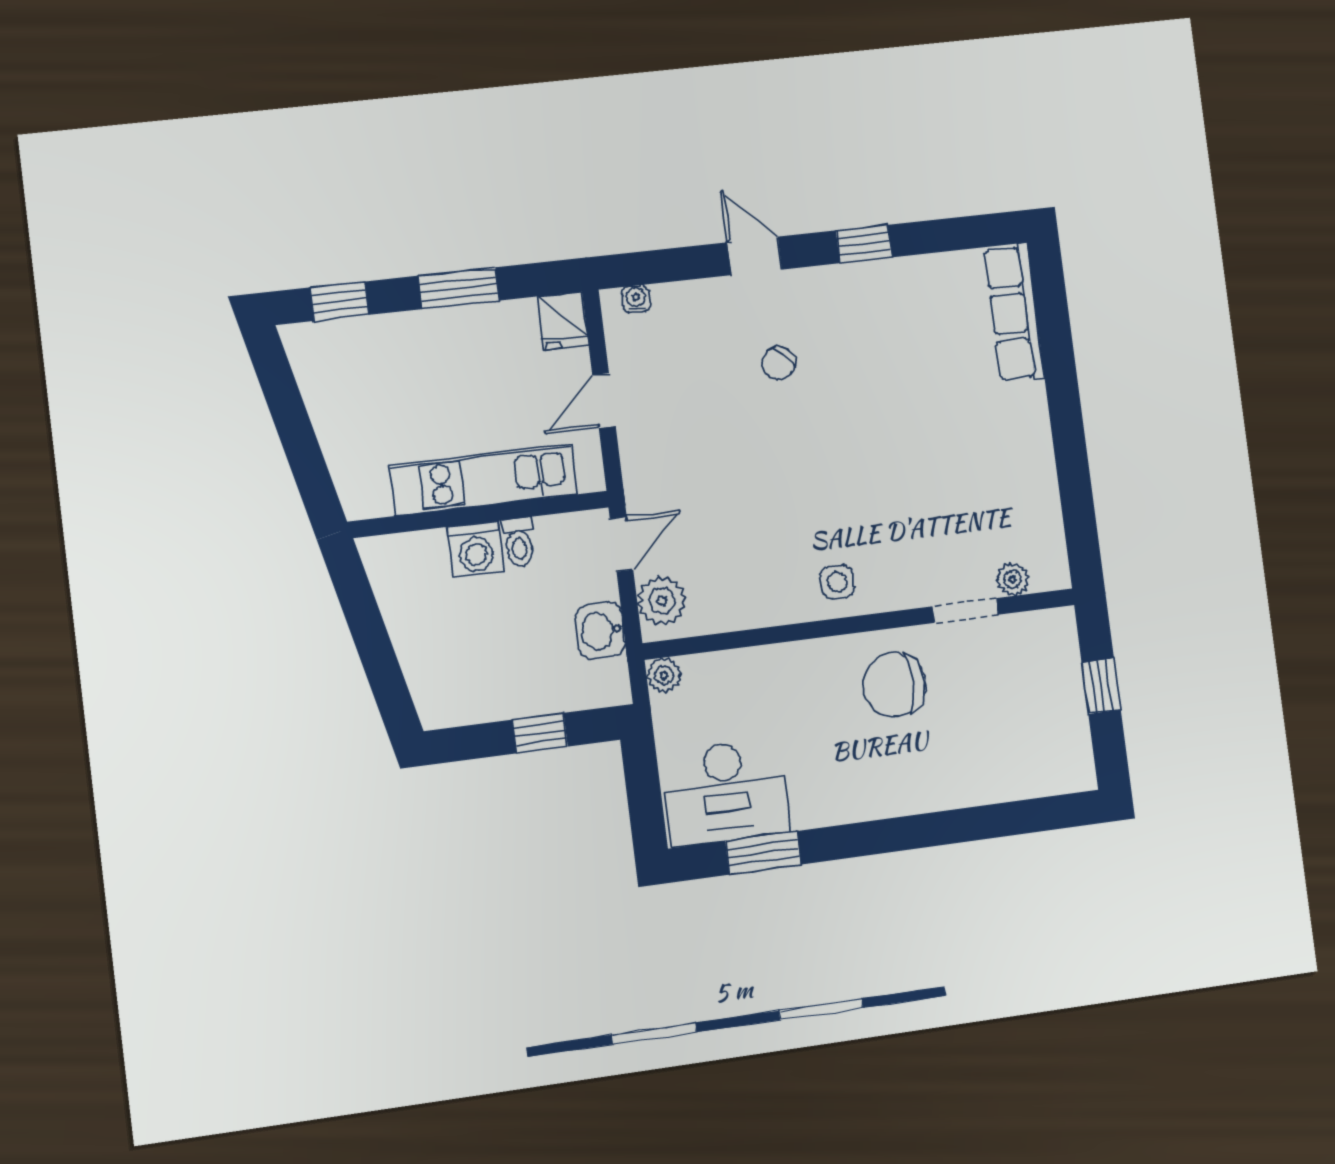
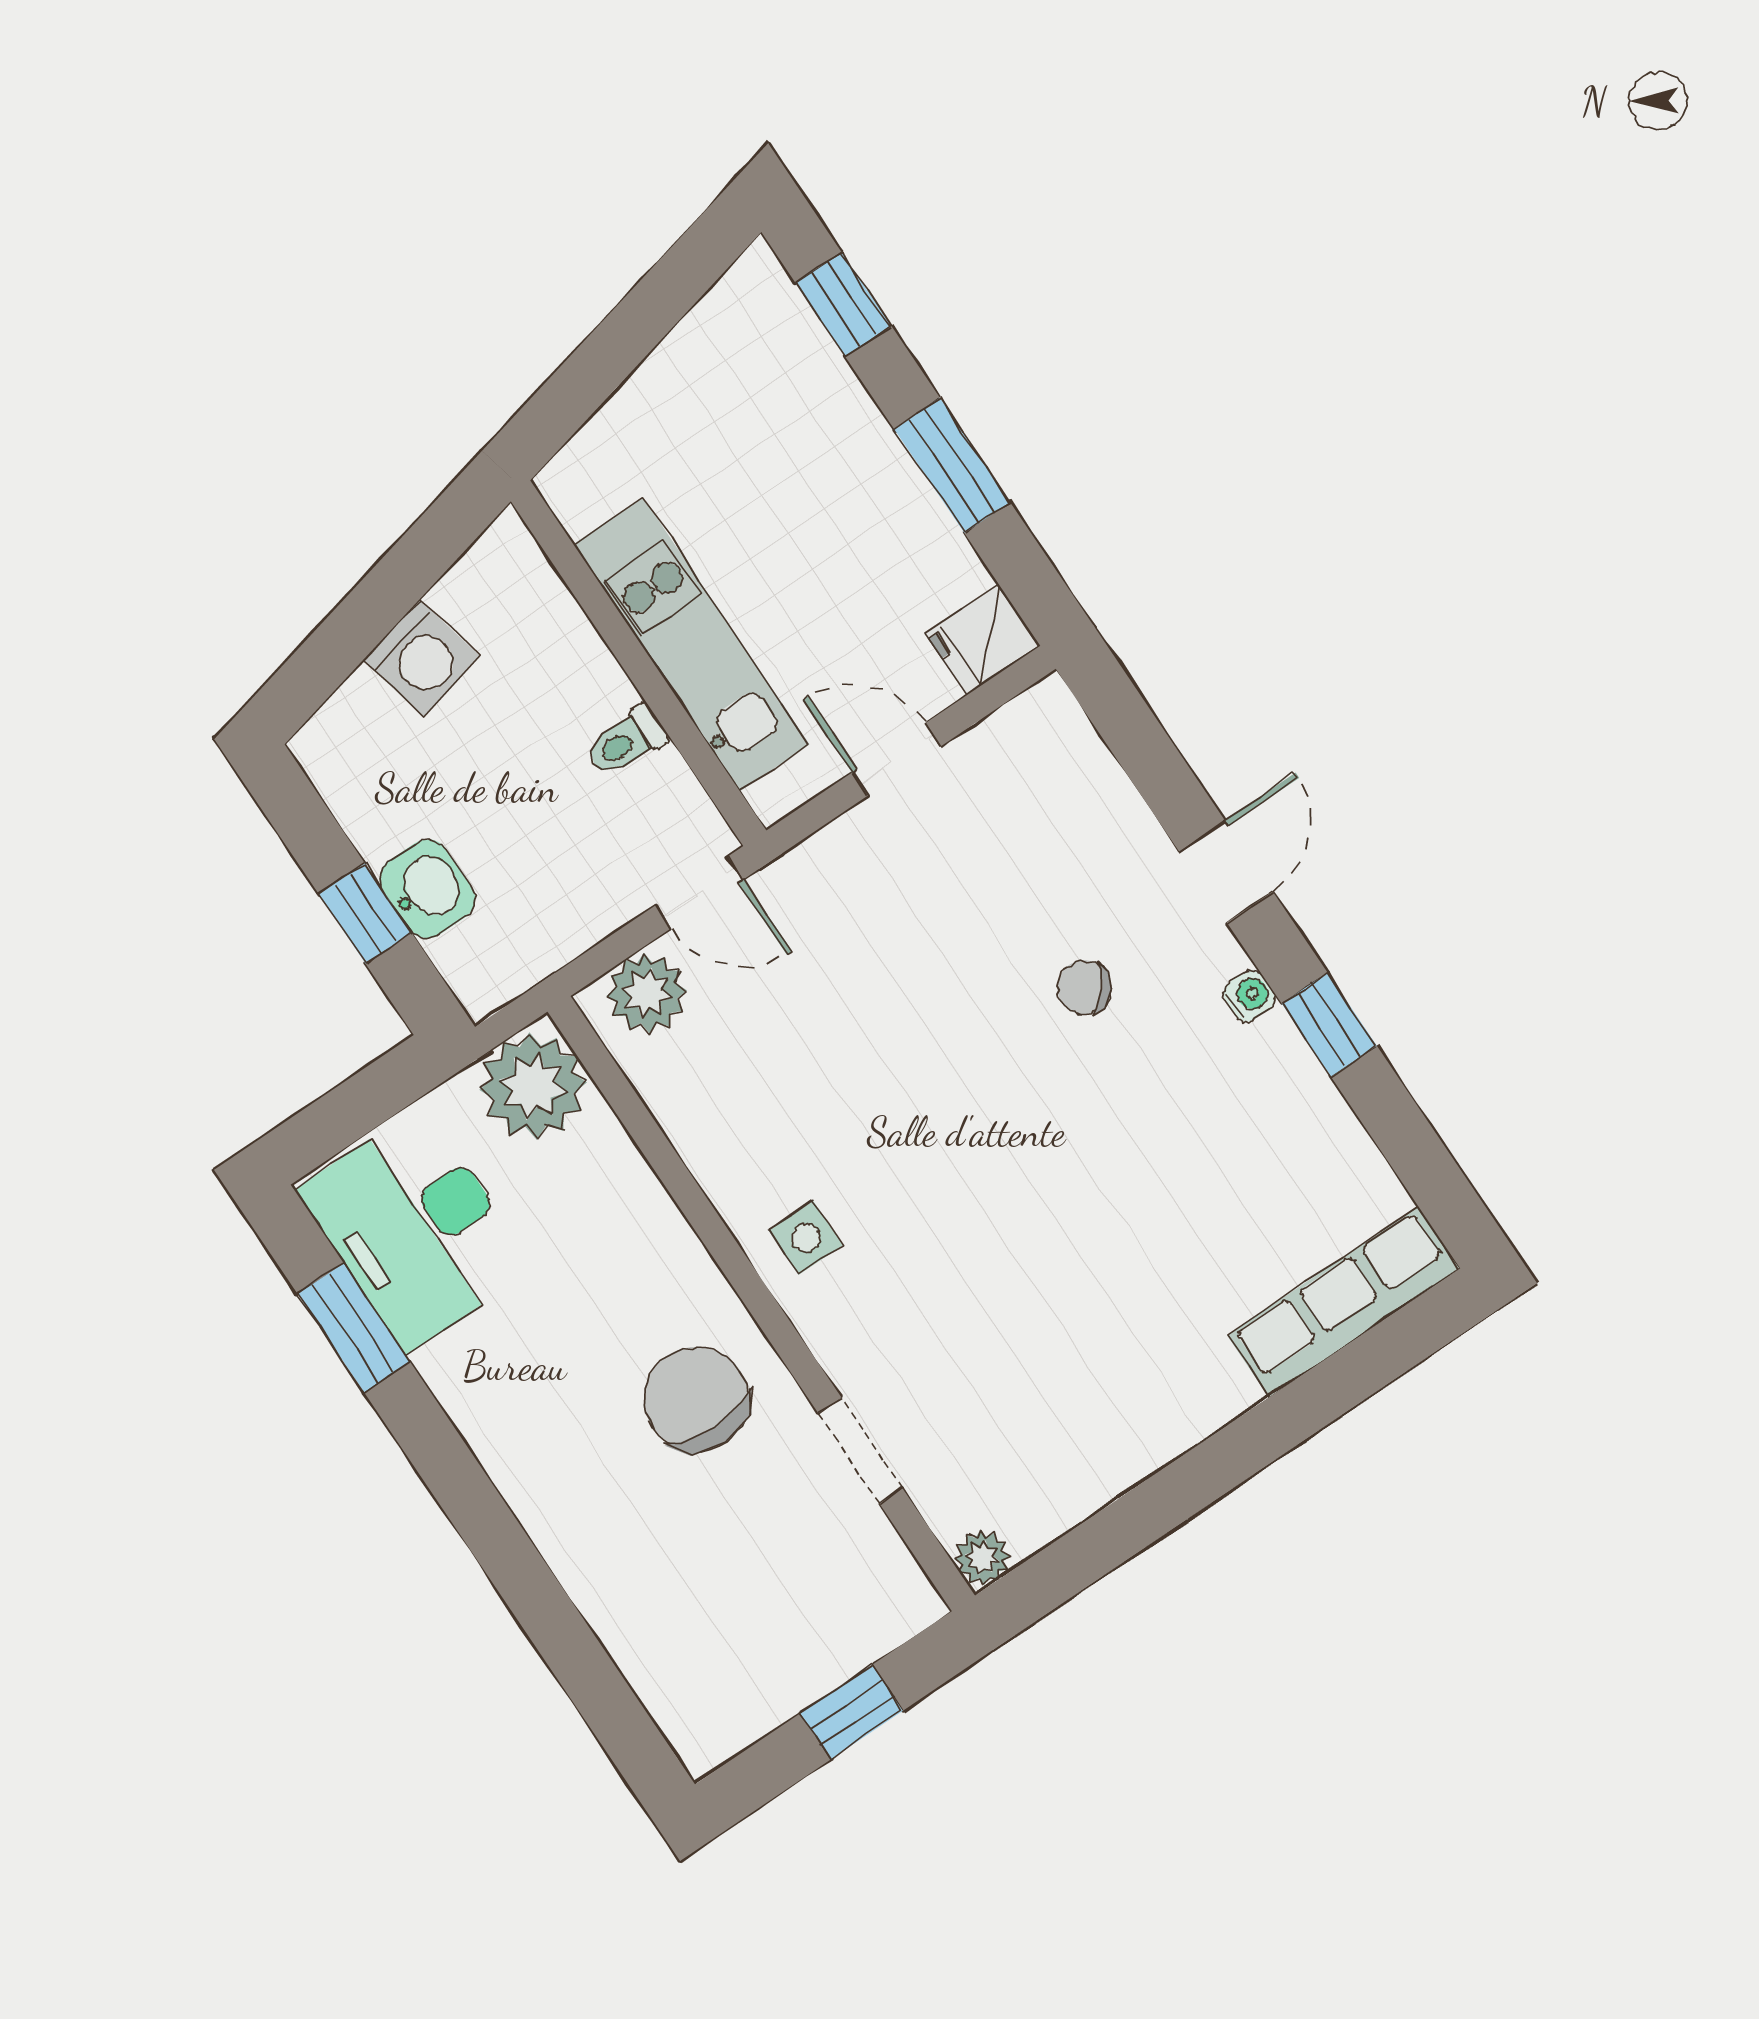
water cooler: (636, 299) -> (1249, 996), moved
washing machine: (476, 549) -> (421, 658), moved, turned -103
plant: (1013, 580) -> (982, 1558), moved
washbasin: (600, 631) -> (427, 889), moved, turned 90
plant: (664, 675) -> (533, 1086), width x1.88, depth x1.88

